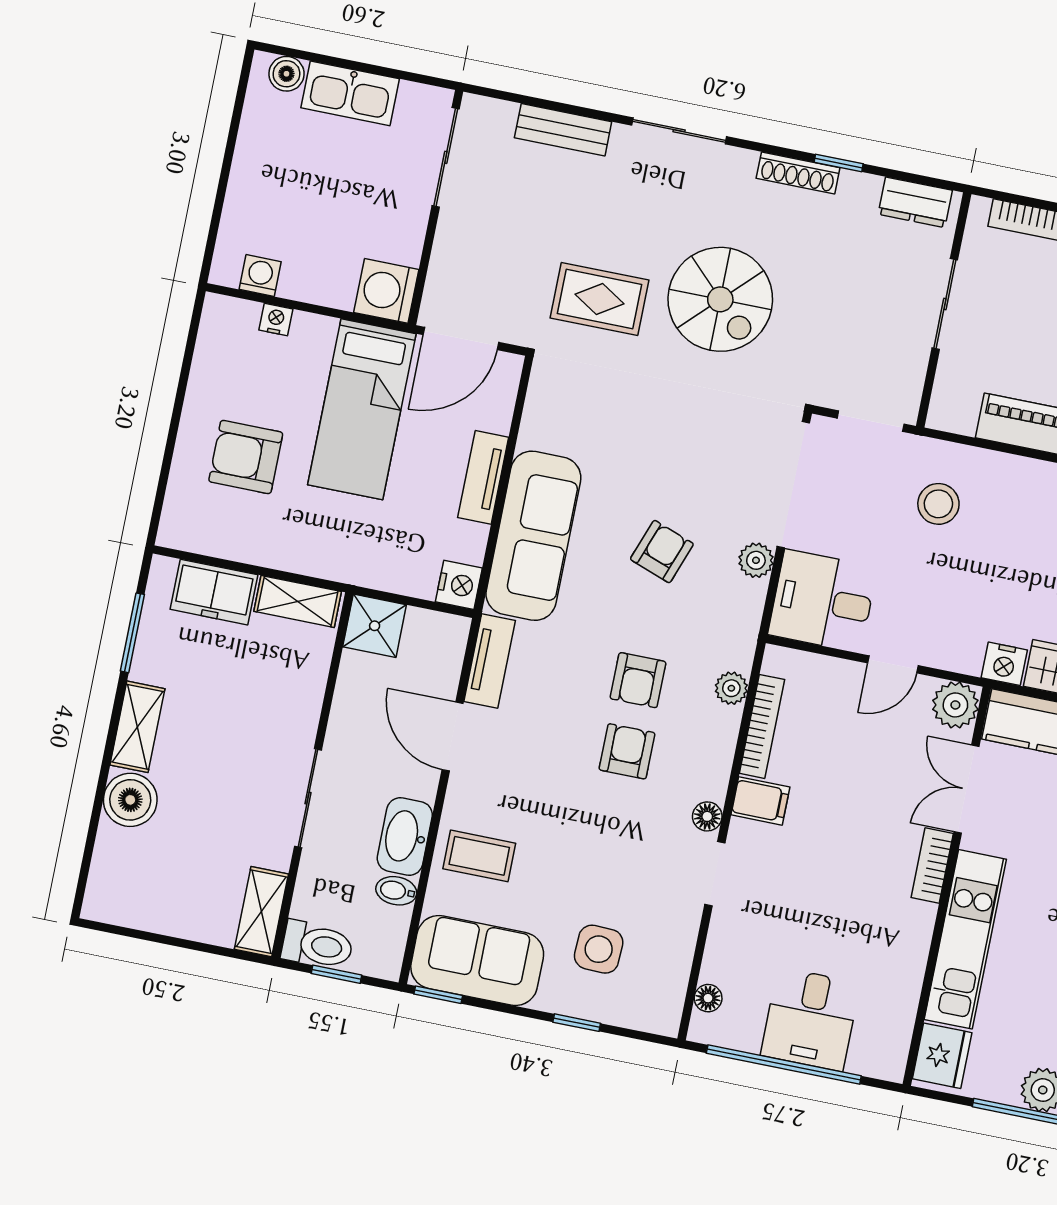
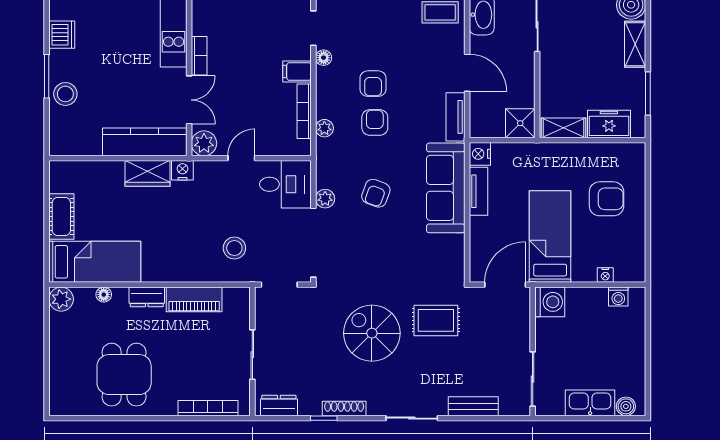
tv unit: (483, 477) -> (478, 191), moved

